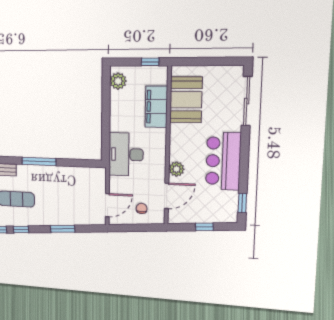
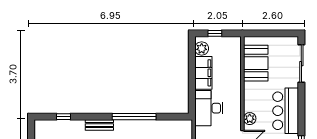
window: (150, 62) -> (215, 33), moved
filing cabinet: (156, 107) -> (203, 73), moved, turned 180
window: (39, 161) -> (134, 117), width x1.46

